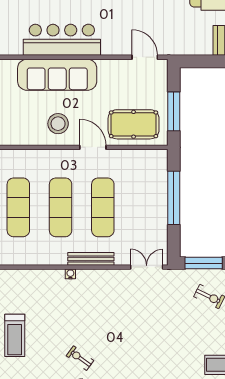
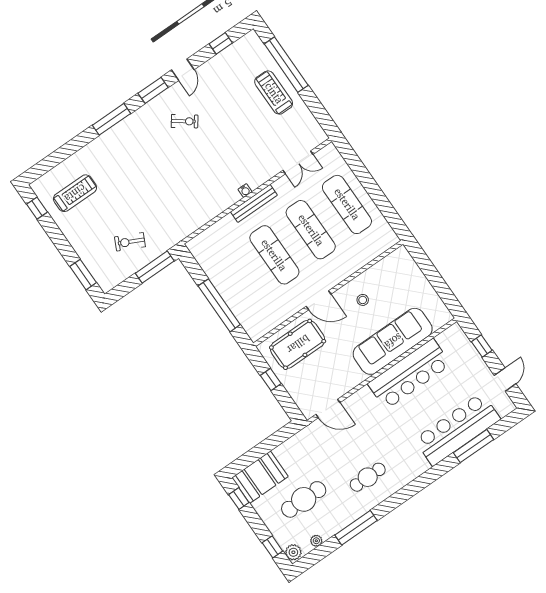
window: (174, 111) -> (271, 380), width x0.46
stool: (58, 124) -> (363, 300), width x0.53, depth x0.53
double door: (147, 267) -> (298, 162), moved
water cooler: (70, 274) -> (245, 191), moved
exercise bike: (80, 358) -> (185, 121), moved

